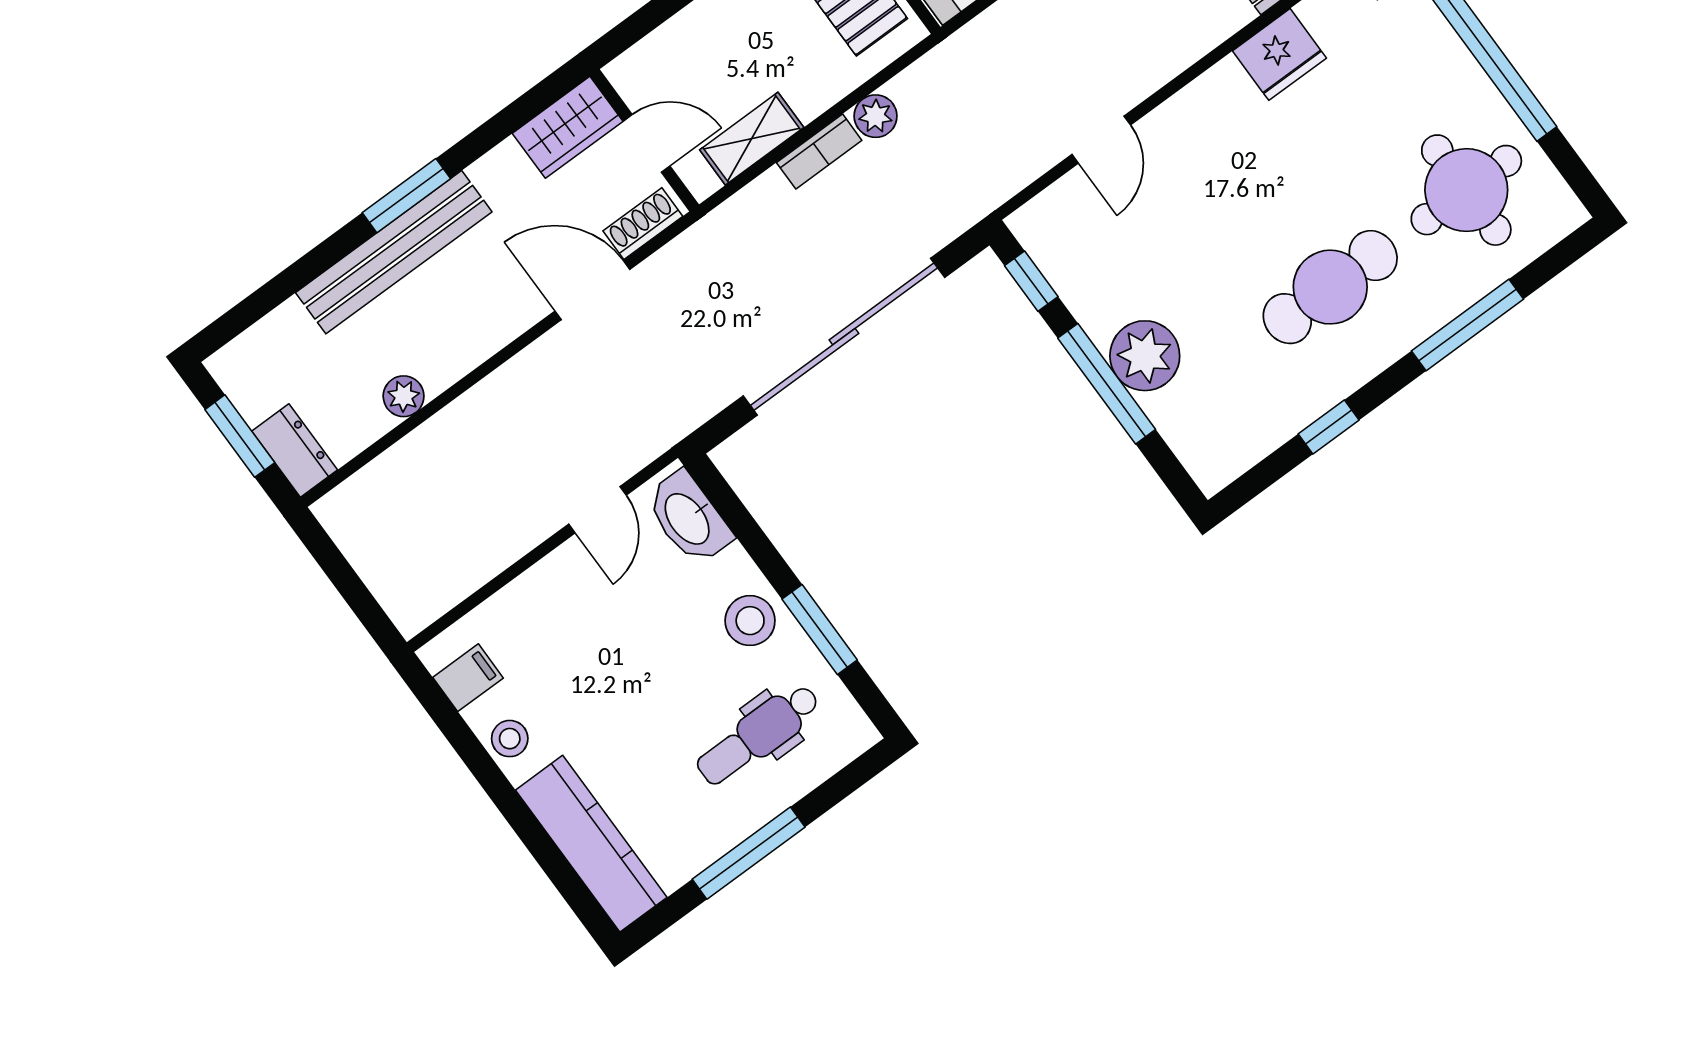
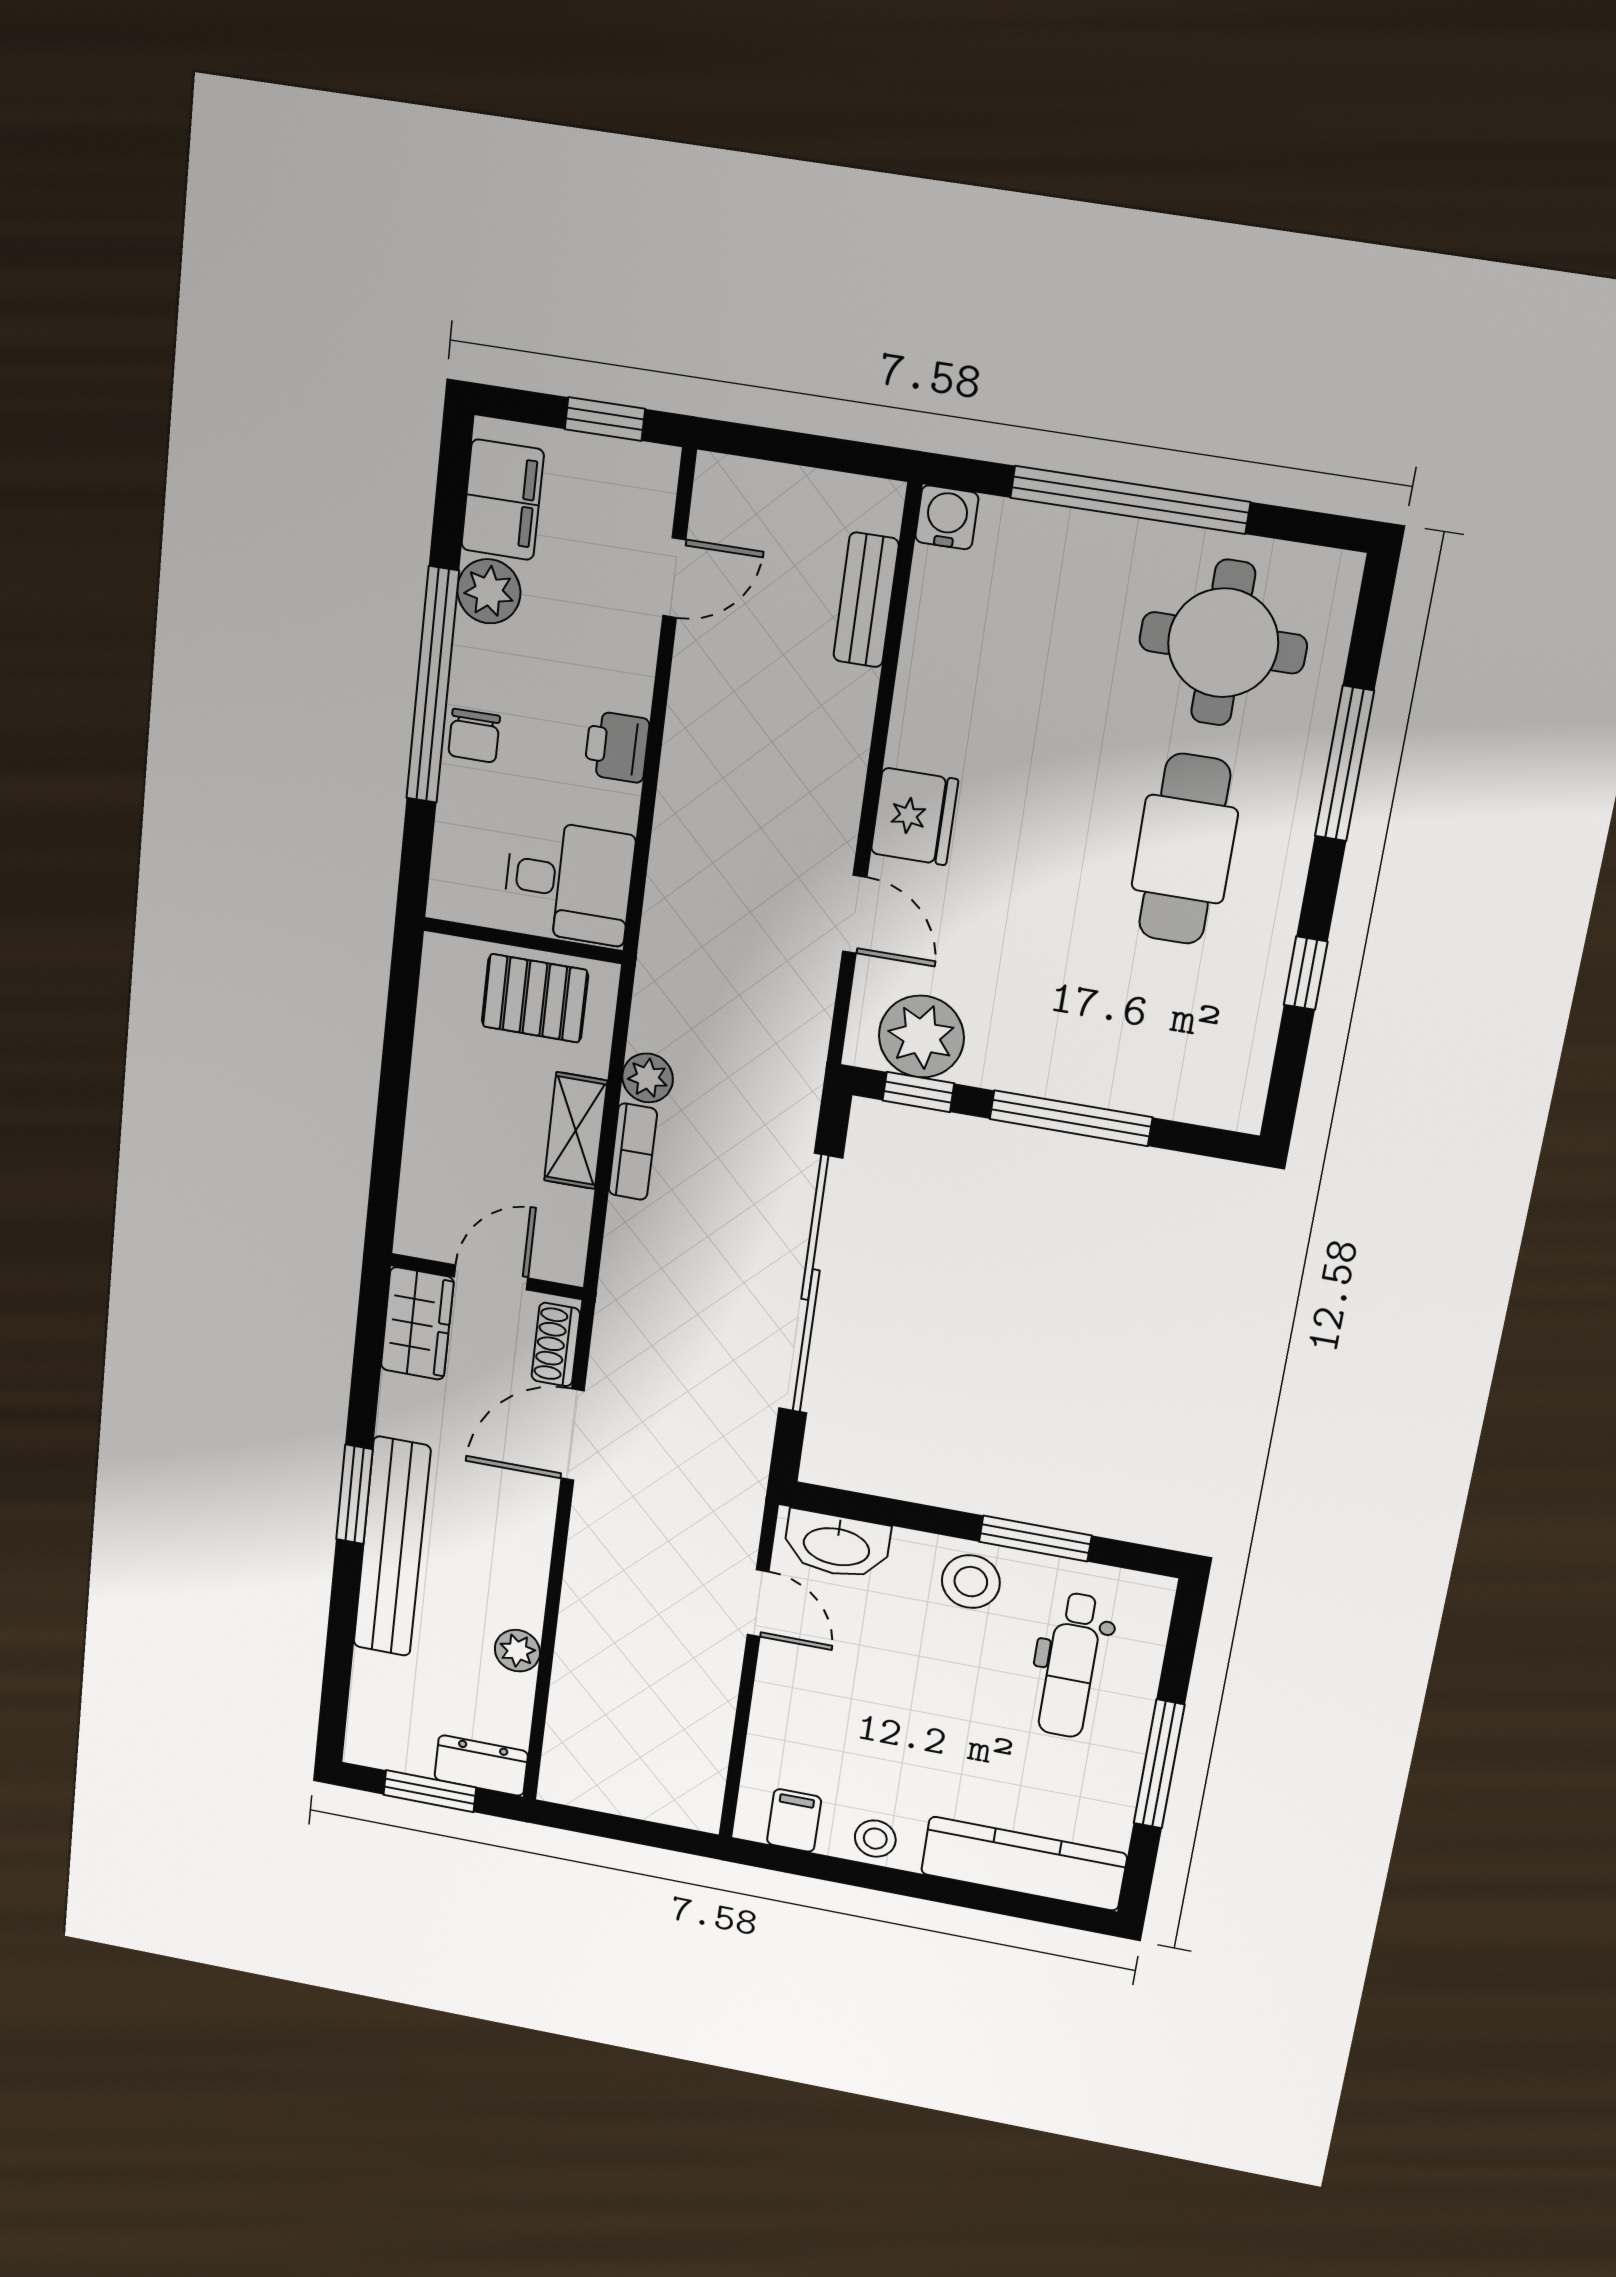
fridge: (1279, 54) -> (914, 816), moved
shelving: (752, 139) -> (576, 1131), moved
plant: (1145, 356) -> (921, 1037), moved

